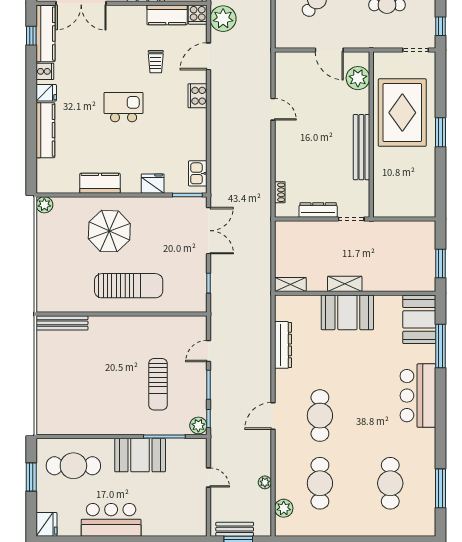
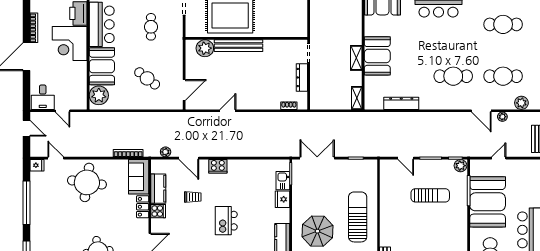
cooker: (198, 15) -> (158, 211), moved
plant: (223, 19) -> (166, 152), width x0.53, depth x0.53
door: (329, 50) -> (184, 90), moved
bench: (361, 147) -> (238, 46), moved
kitchen sink: (198, 173) -> (283, 181), moved, turned 90
door: (273, 416) -> (481, 111), moved
booth: (140, 455) -> (488, 202), width x1.36, depth x1.42

